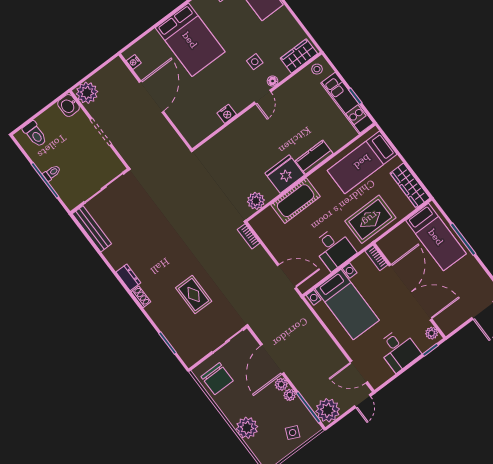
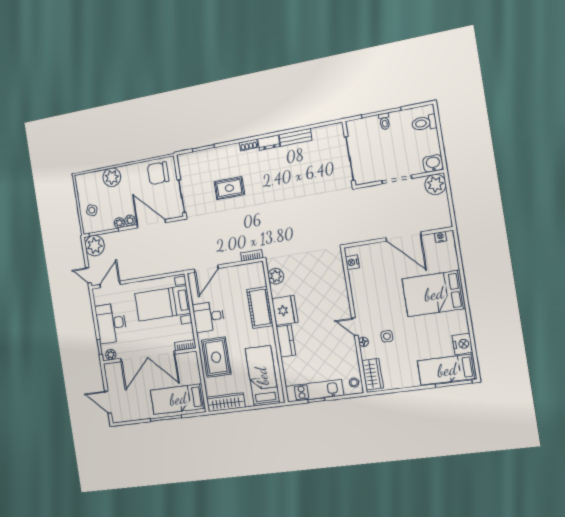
nightstand: (227, 114) -> (352, 262), moved
bench: (92, 229) -> (295, 137), moved, width x0.73
desk: (399, 350) -> (111, 323), width x1.37

